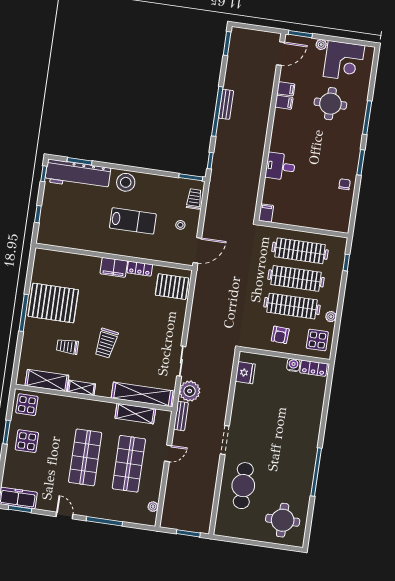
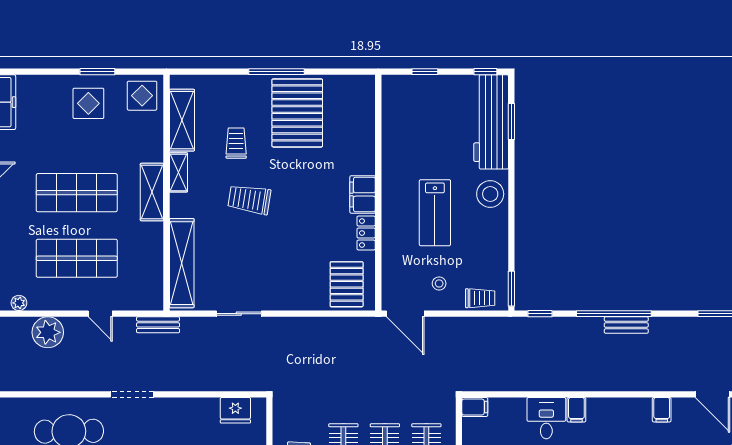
filing cabinet: (284, 102) -> (576, 410), moved
plant: (190, 391) -> (48, 332), moved
shelving: (135, 414) -> (152, 192), moved

